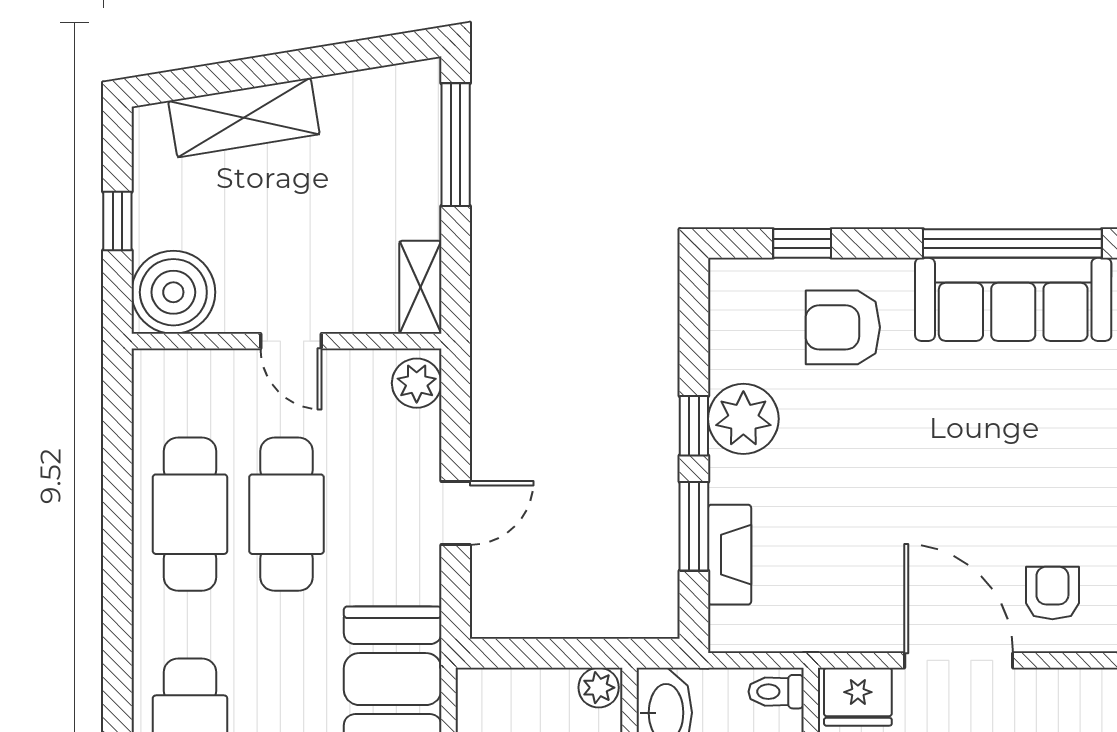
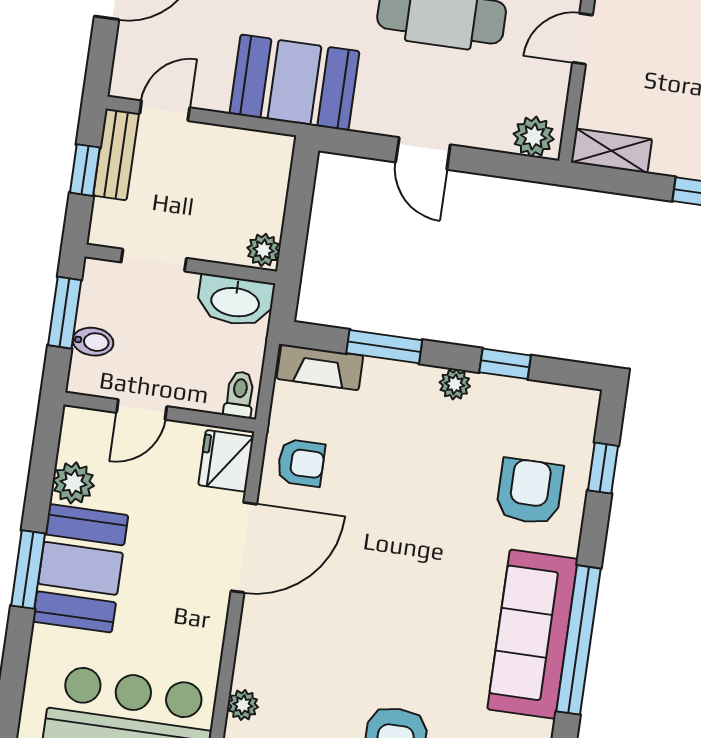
plant: (743, 419) -> (455, 384), width x0.53, depth x0.53
window: (694, 426) -> (505, 364), moved
fireplace: (730, 555) -> (320, 367), moved
armchair: (1052, 593) -> (301, 463), moved

